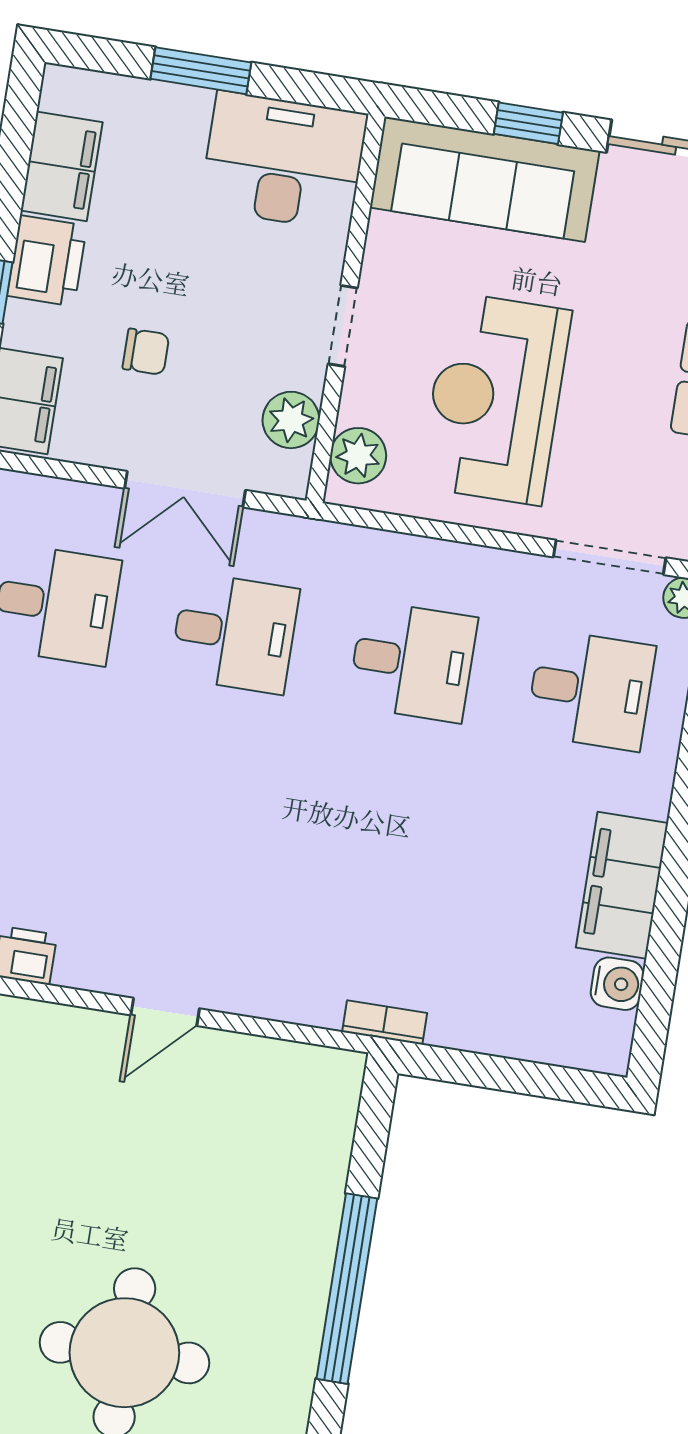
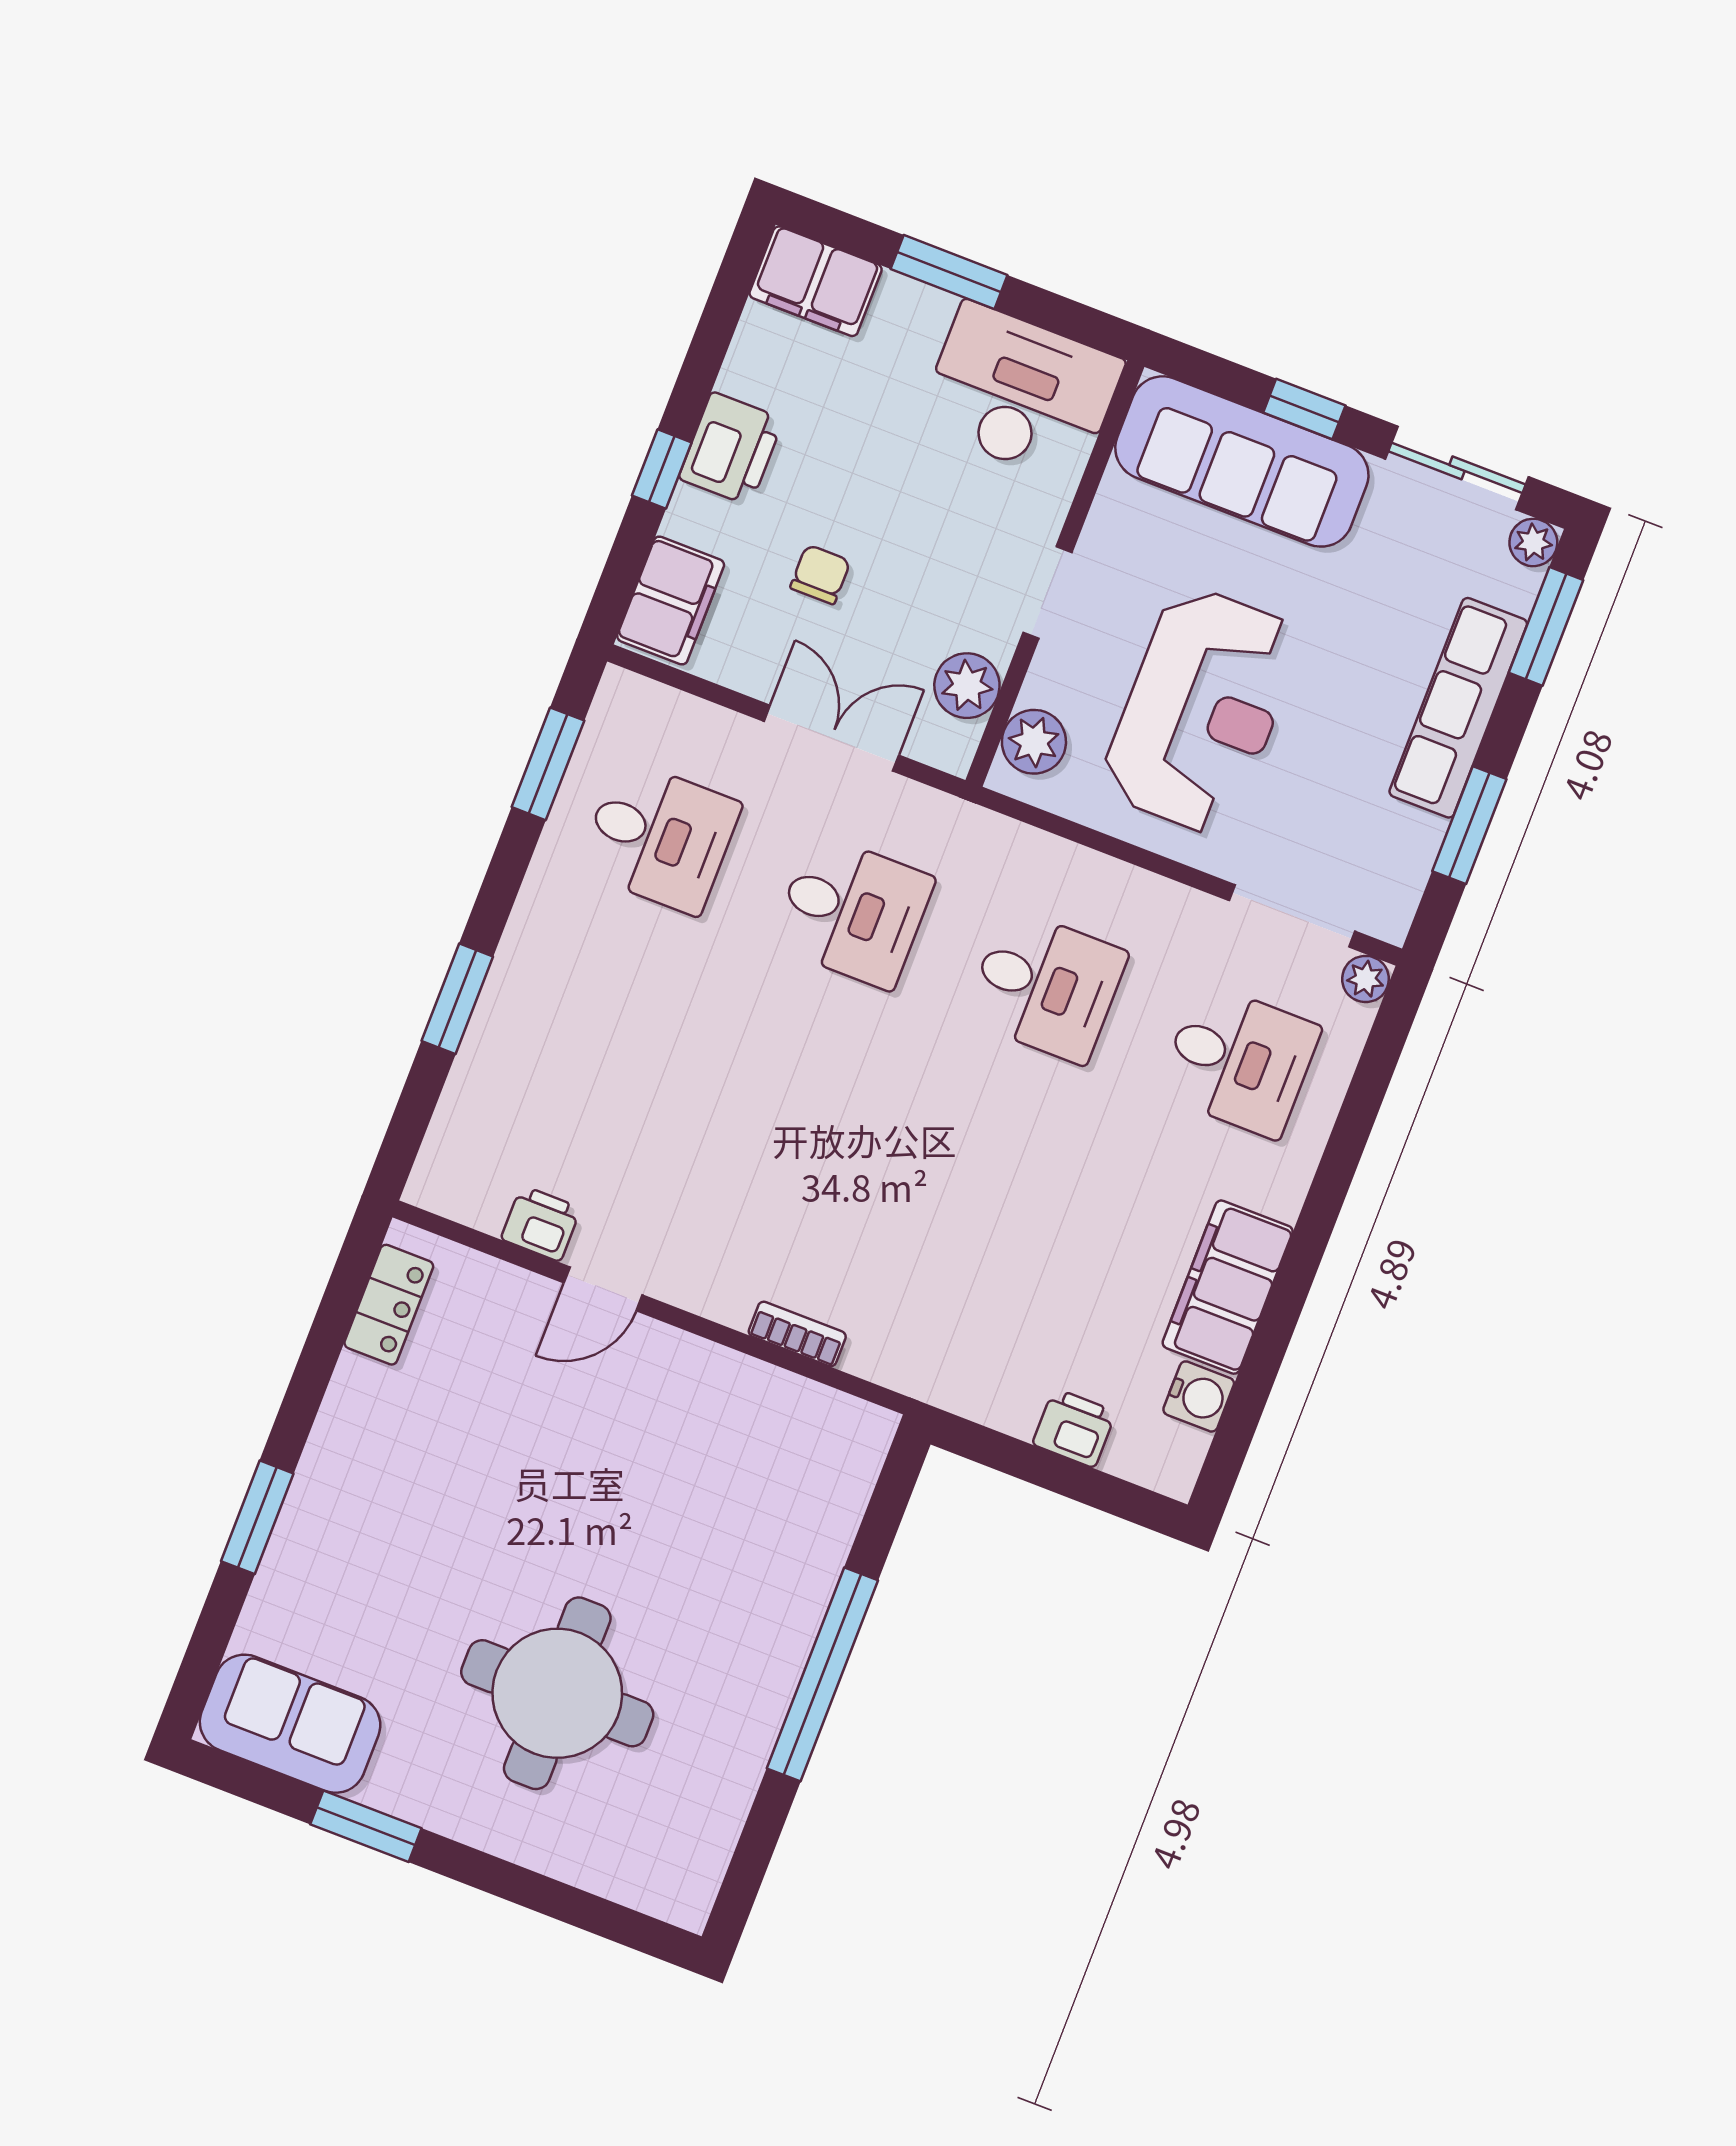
filing cabinet: (62, 166) -> (816, 281), moved, turned 90
chair: (146, 352) -> (820, 574), turned -90
reception desk: (495, 399) -> (1201, 710), turned 180
double door: (185, 489) -> (831, 738), swing flipped
door: (165, 1012) -> (603, 1289), moved
bookcase: (385, 1023) -> (797, 1334), moved
printer: (517, 1033) -> (1074, 1428), added

